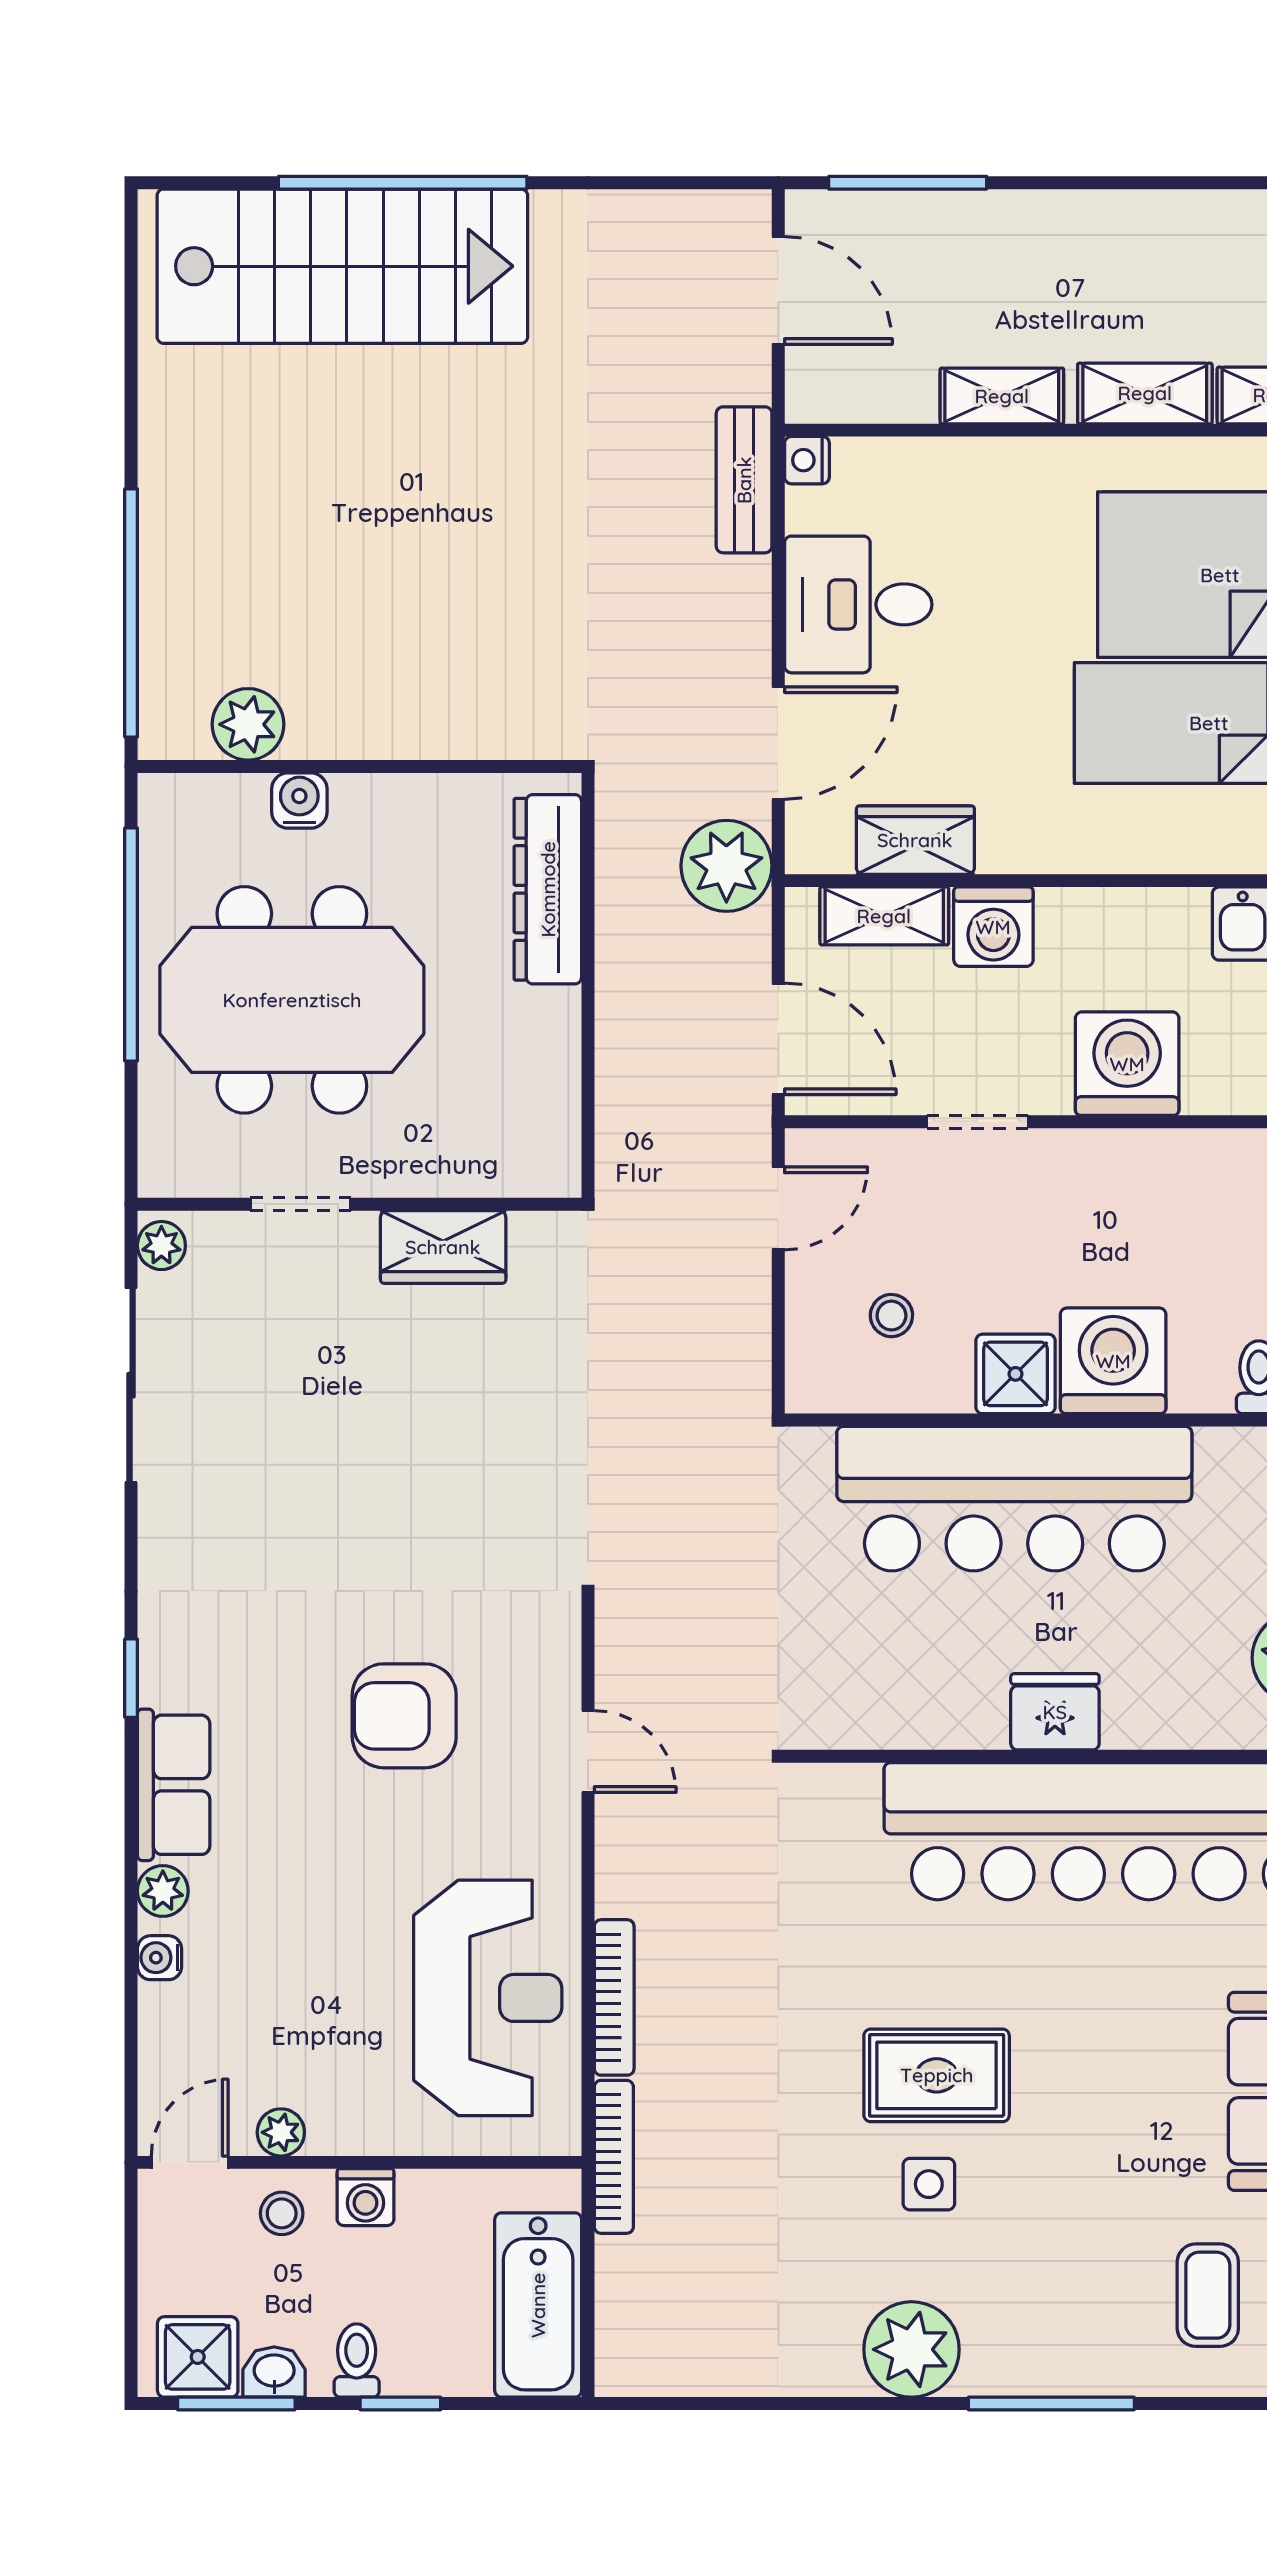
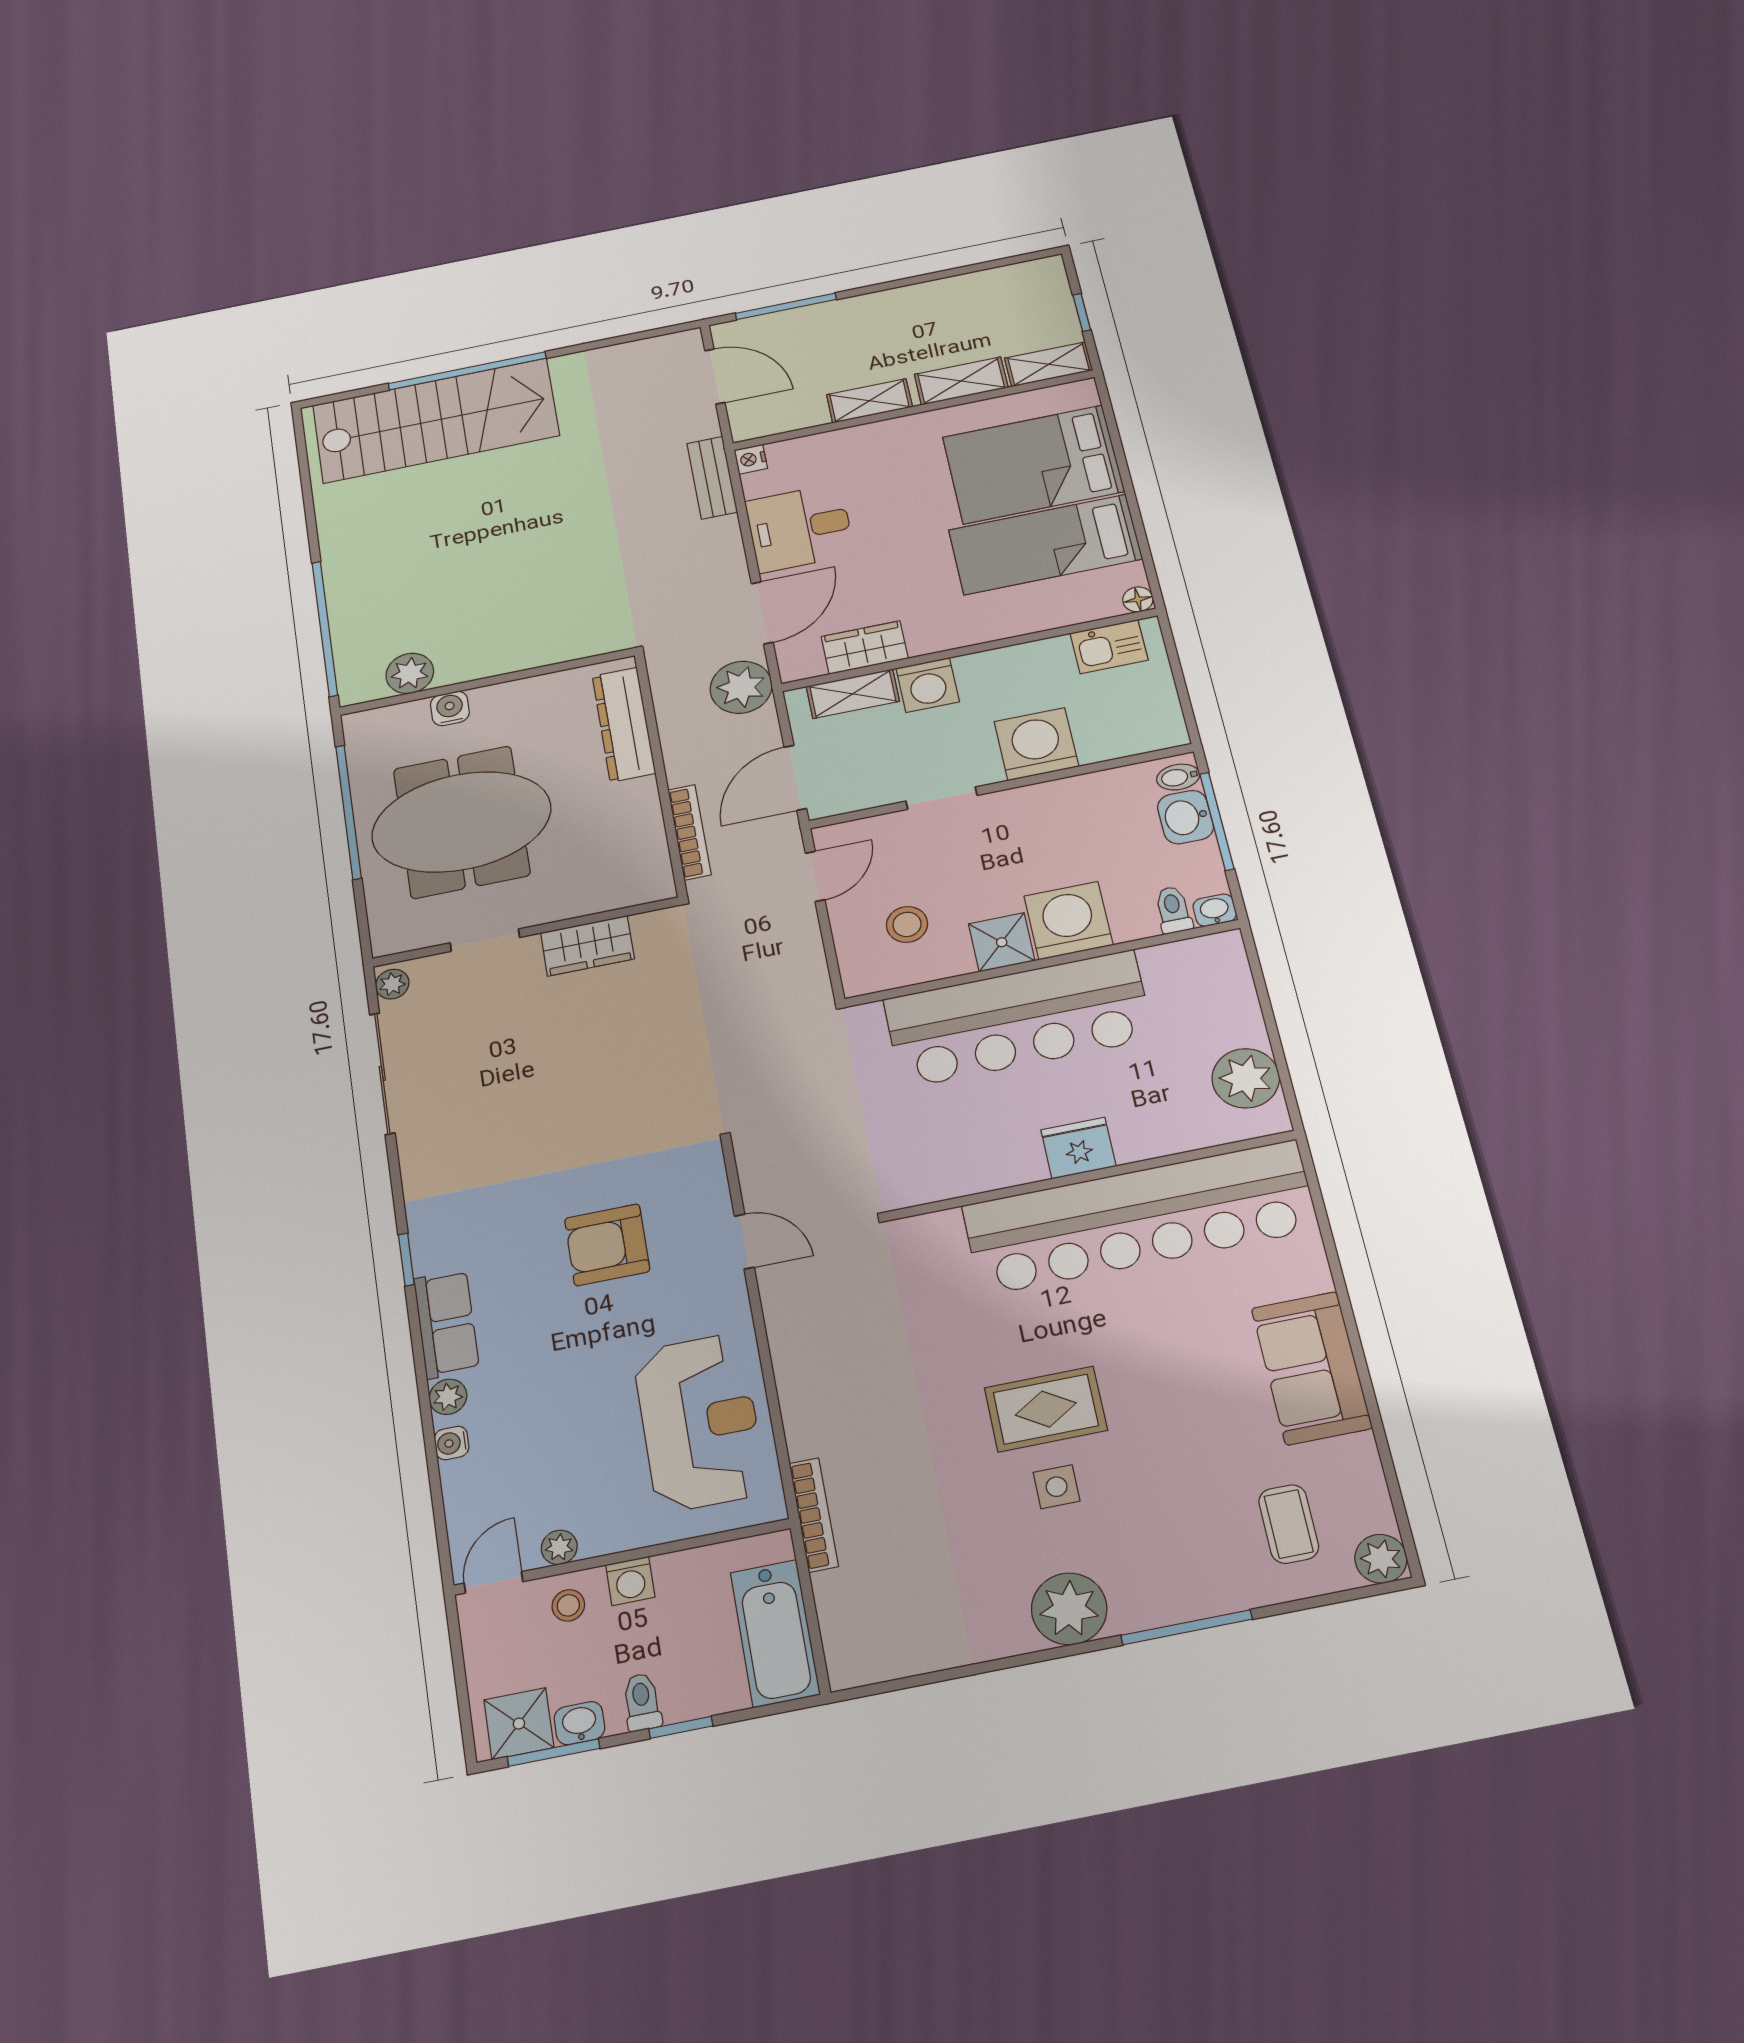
door: (778, 1039) -> (795, 778), swing flipped
stool: (891, 1316) -> (907, 924), width x1.37, depth x1.37
bookcase: (614, 1997) -> (690, 832), moved

